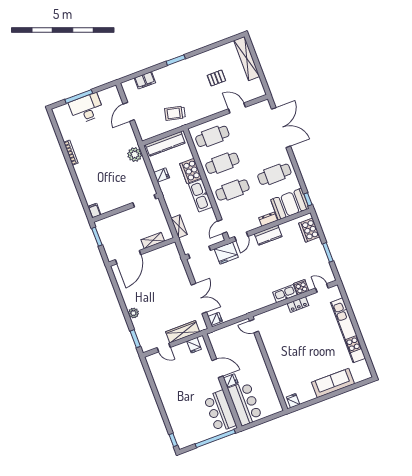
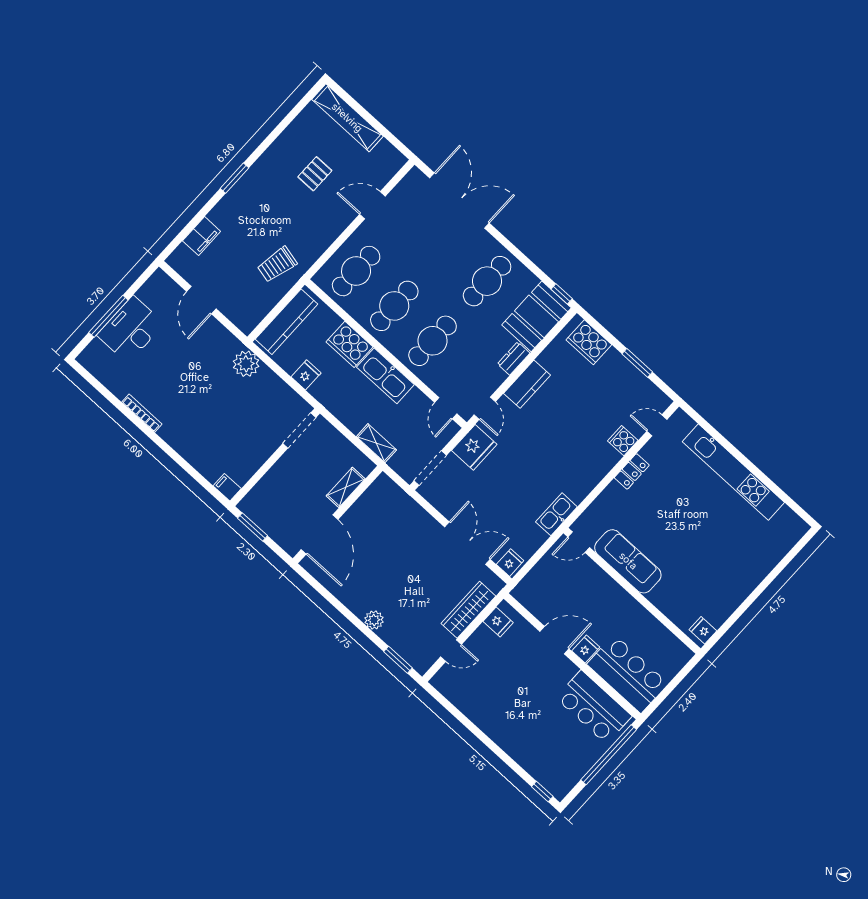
kitchen sink: (285, 294) -> (556, 514), moved
sofa: (333, 383) -> (628, 561), moved, turned 90

